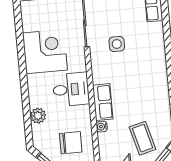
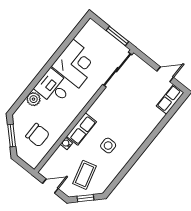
side table: (117, 44) -> (108, 146), moved
desk: (71, 89) -> (53, 87), moved, turned 180

